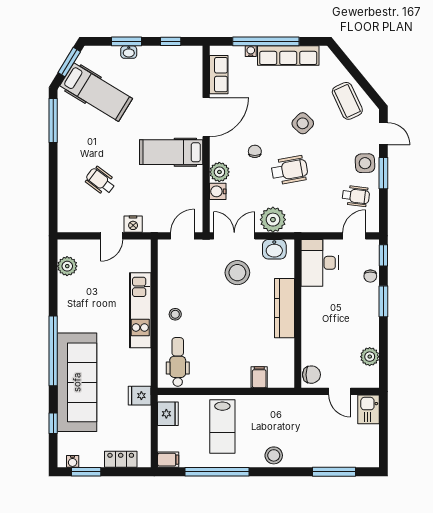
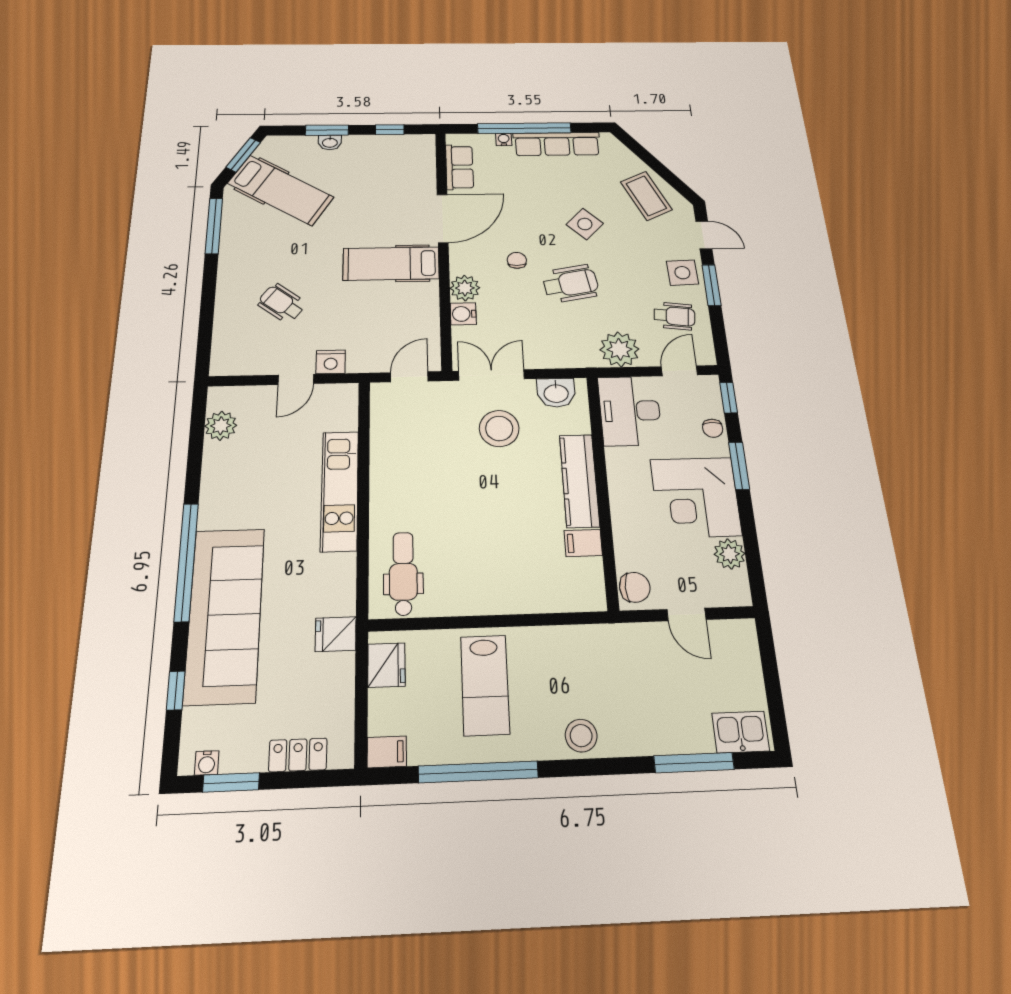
plant: (273, 220) -> (620, 349), moved
stool: (175, 314) -> (398, 495), removed
corner desk: (354, 321) -> (696, 497), added
filing cabinet: (259, 377) -> (583, 543), moved, turned -90
kitchen sink: (368, 409) -> (741, 732), moved, turned 90

